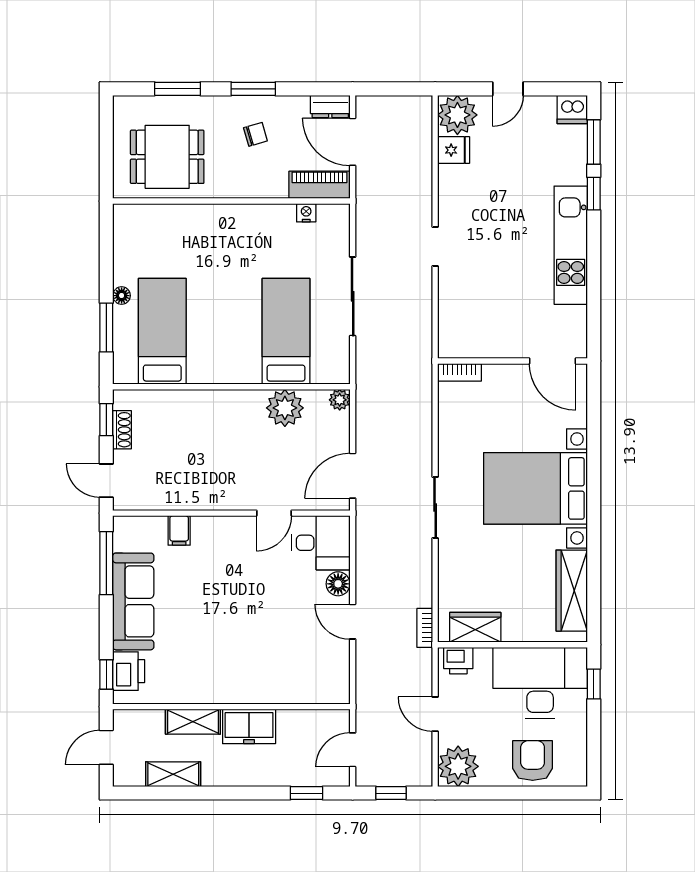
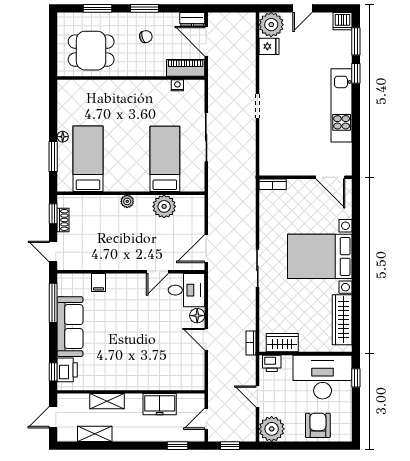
plant: (340, 400) -> (127, 201), moved
freezer: (249, 726) -> (160, 404), moved

